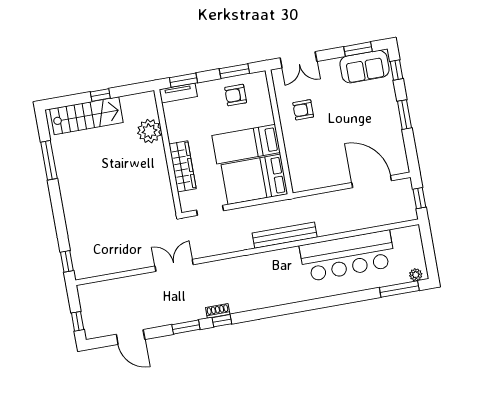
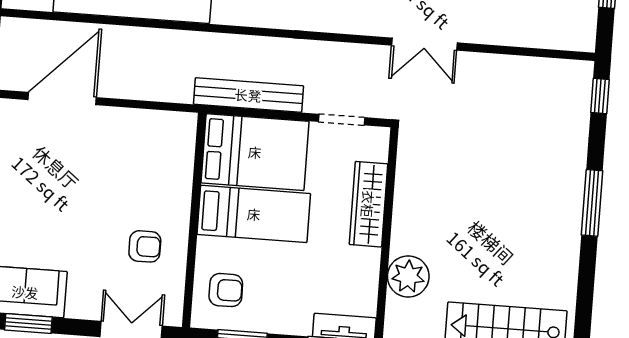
armchair: (236, 95) -> (226, 290), moved
window: (49, 160) -> (592, 203), moved
door: (372, 182) -> (62, 99), swing flipped
bench: (285, 235) -> (248, 95), moved

